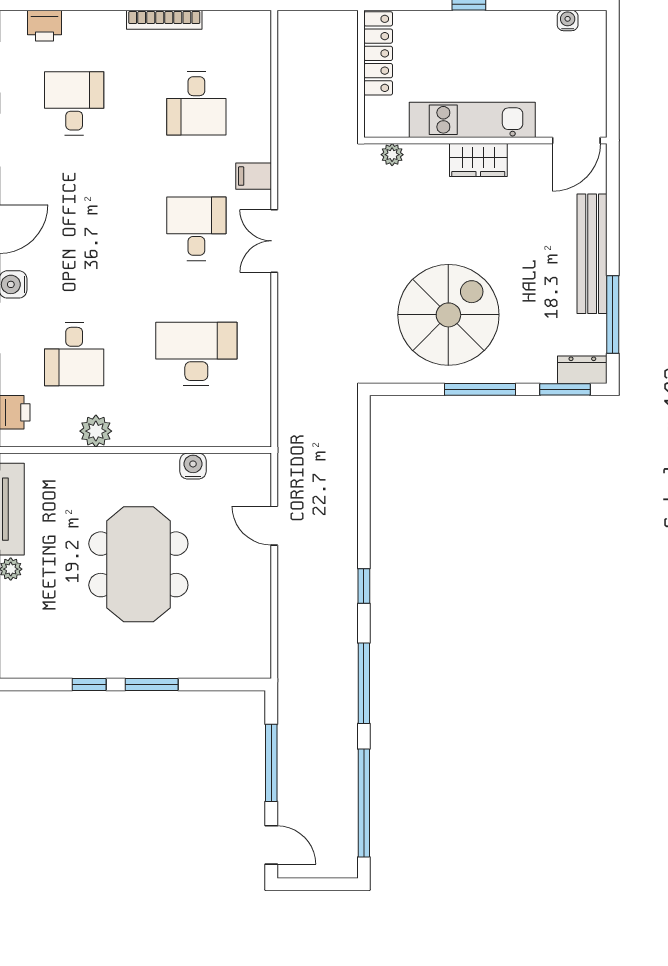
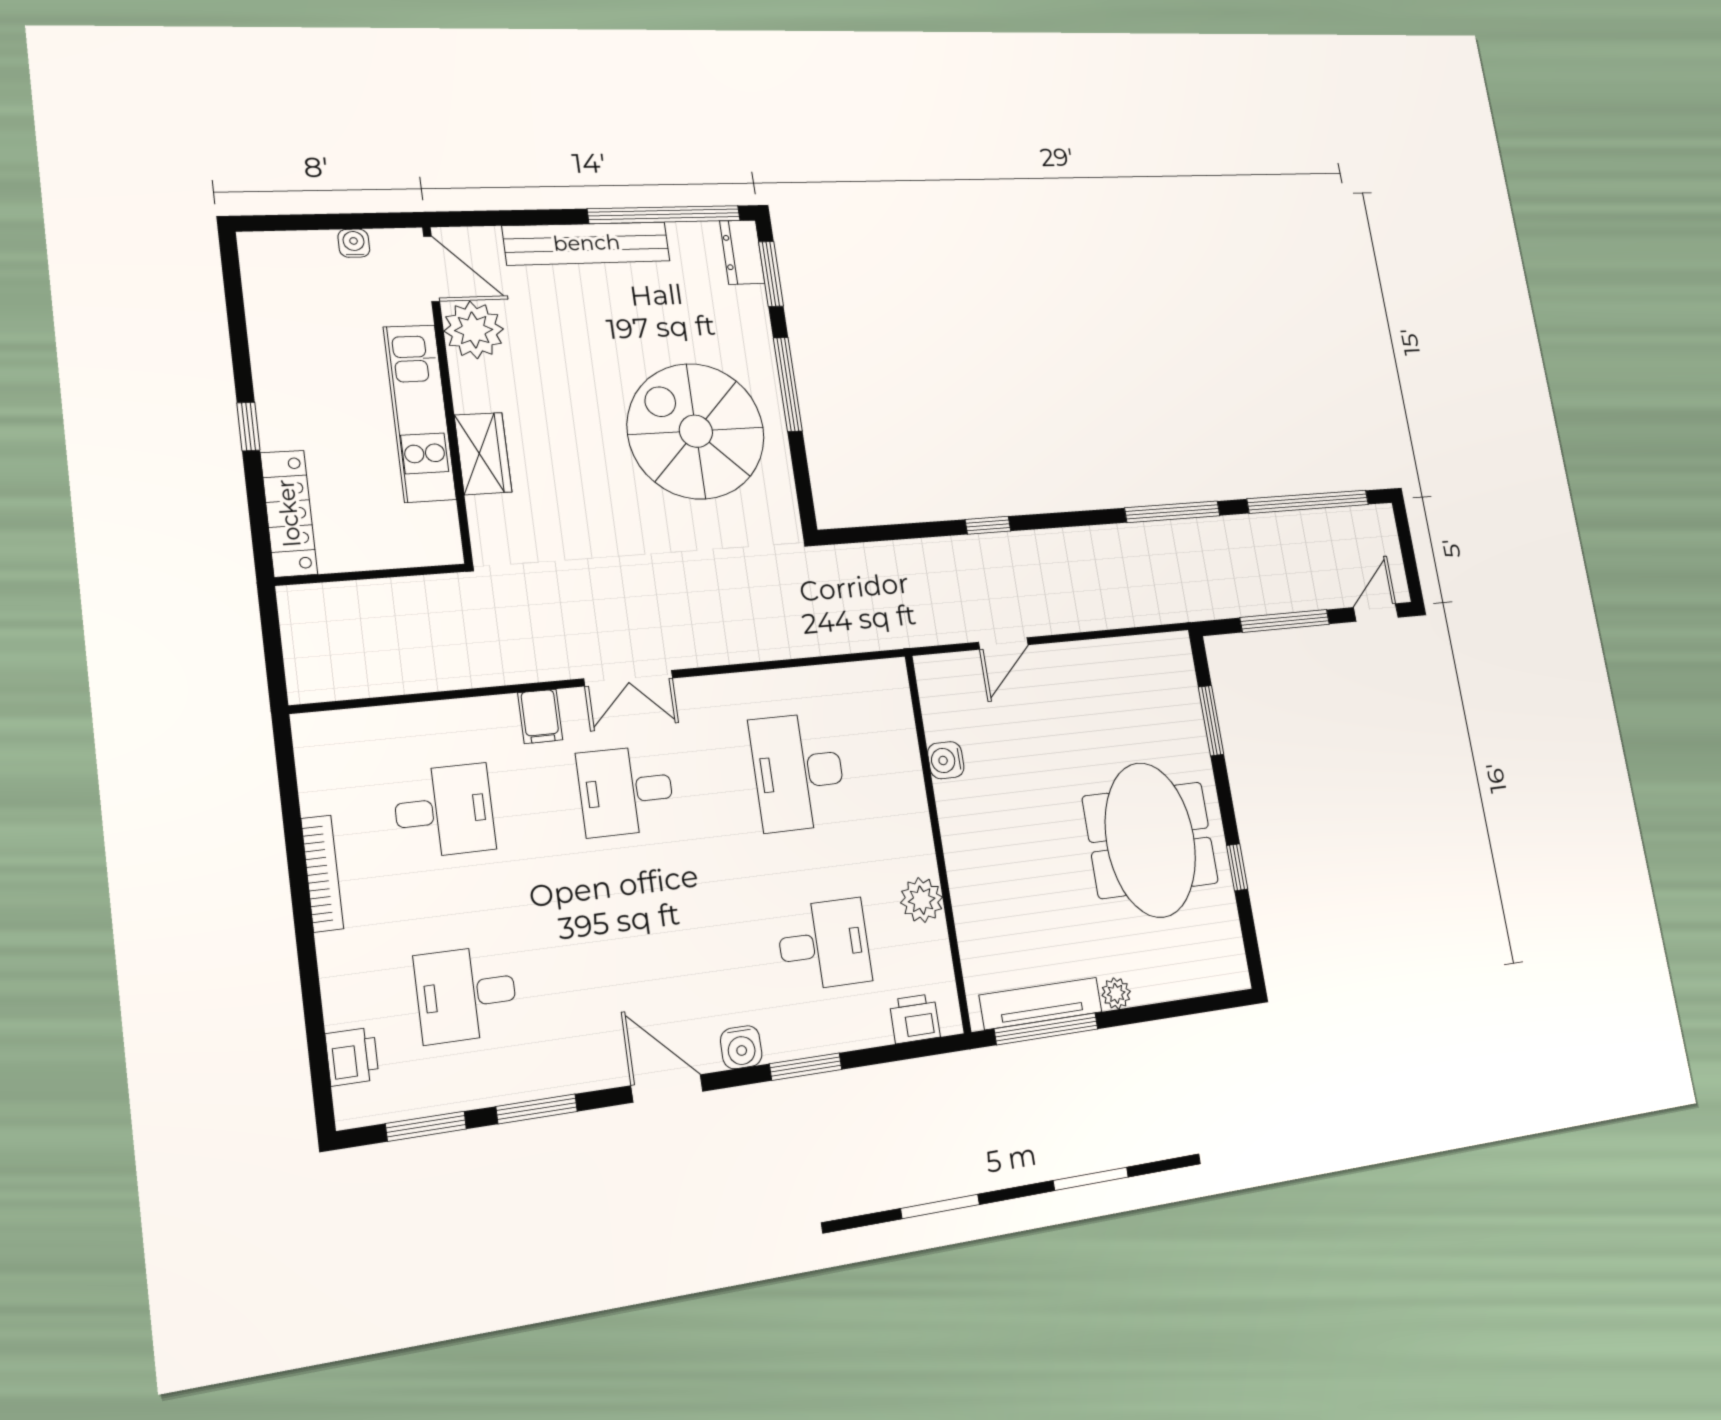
water cooler: (568, 20) -> (354, 243), moved, turned 90
locker: (378, 53) -> (289, 513), moved, turned 90
plant: (392, 155) -> (474, 330), moved, width x1.88, depth x1.88
wardrobe: (478, 160) -> (483, 453), moved
window: (613, 315) -> (664, 215), width x1.46
meeting table: (138, 564) -> (1150, 840), moved, turned 90
window: (364, 586) -> (988, 525), moved
window: (152, 684) -> (1211, 721), moved

